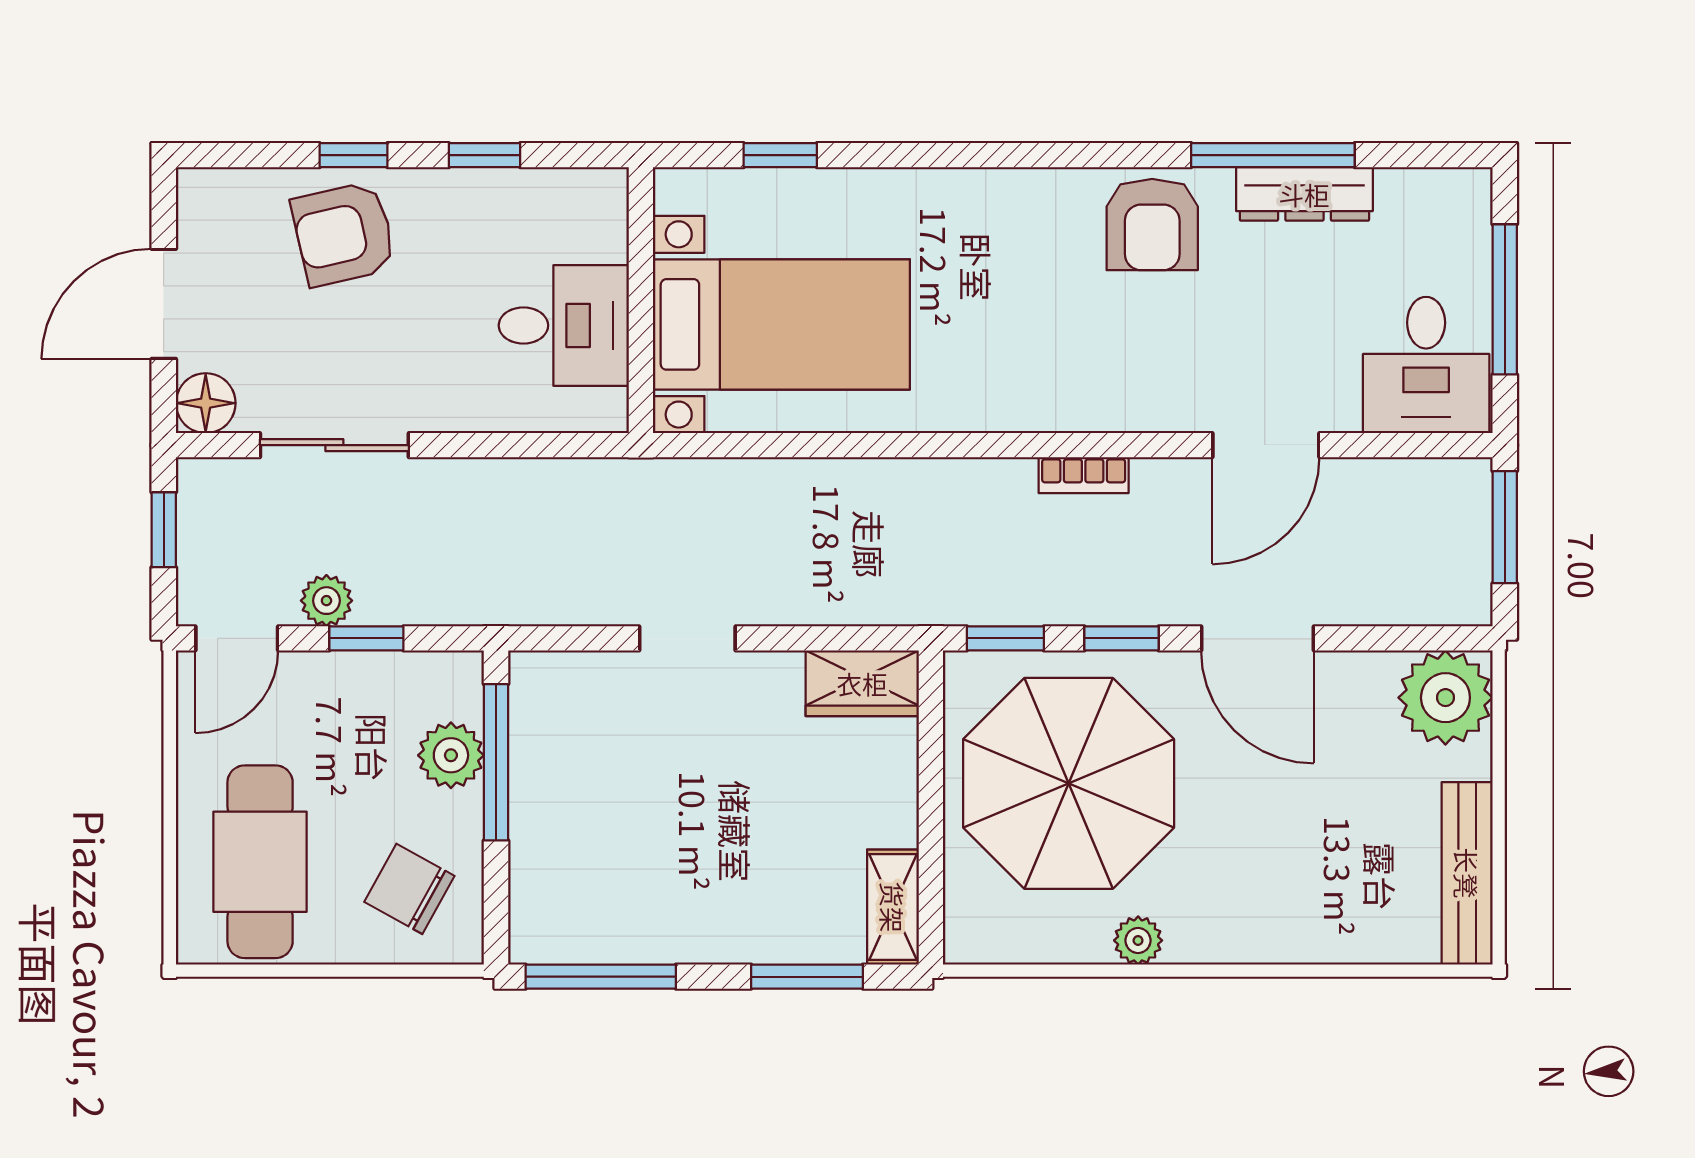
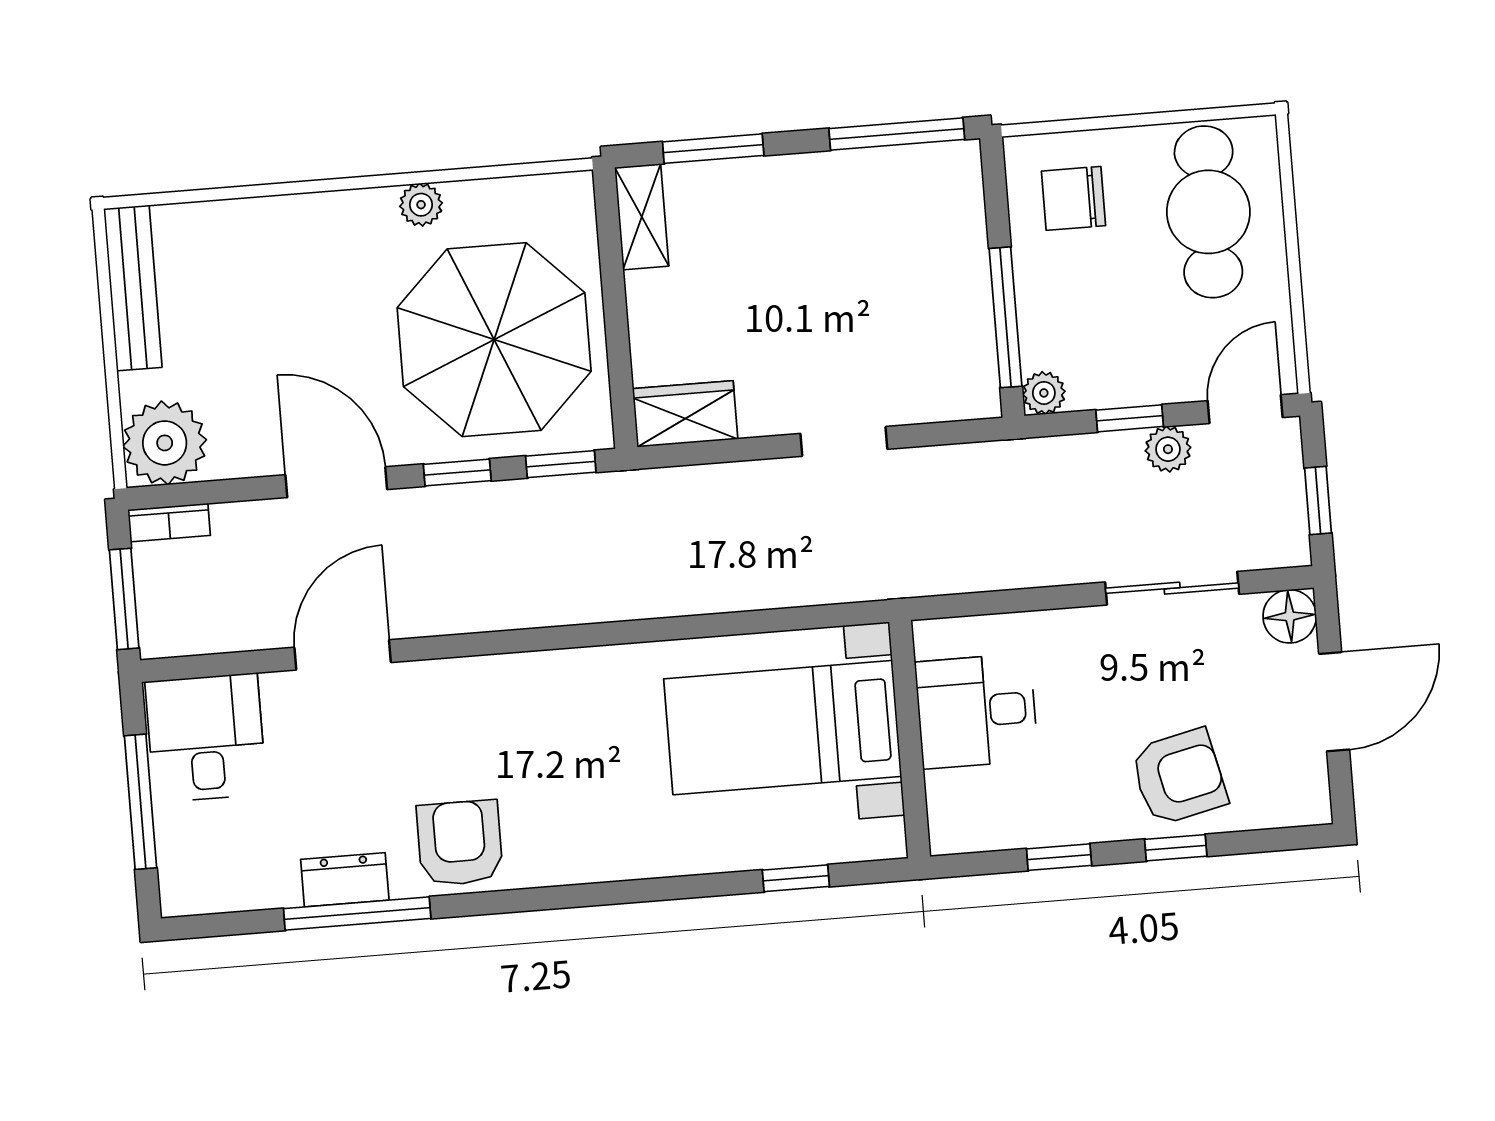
dresser: (1304, 194) -> (345, 880), width x0.70
bookcase: (1084, 475) -> (169, 523), moved, turned 180
plant: (451, 755) -> (1044, 393), moved, width x0.73, depth x0.73
chair: (409, 889) -> (1074, 198), turned 151

